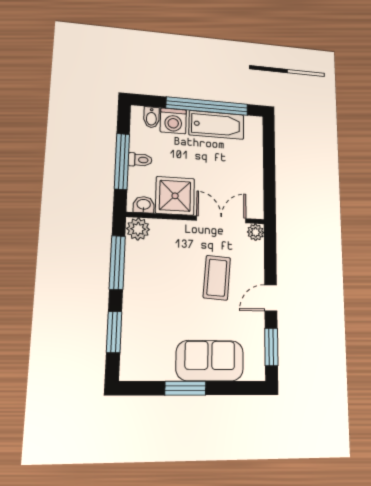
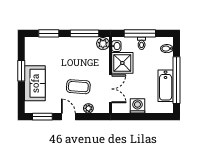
washing machine: (173, 121) -> (137, 106), moved, turned 90
plant: (256, 232) -> (88, 108), moved

